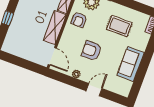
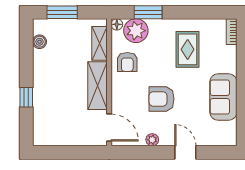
rug: (119, 26) -> (188, 49), turned 90
door: (94, 90) -> (185, 152), hinge flipped

